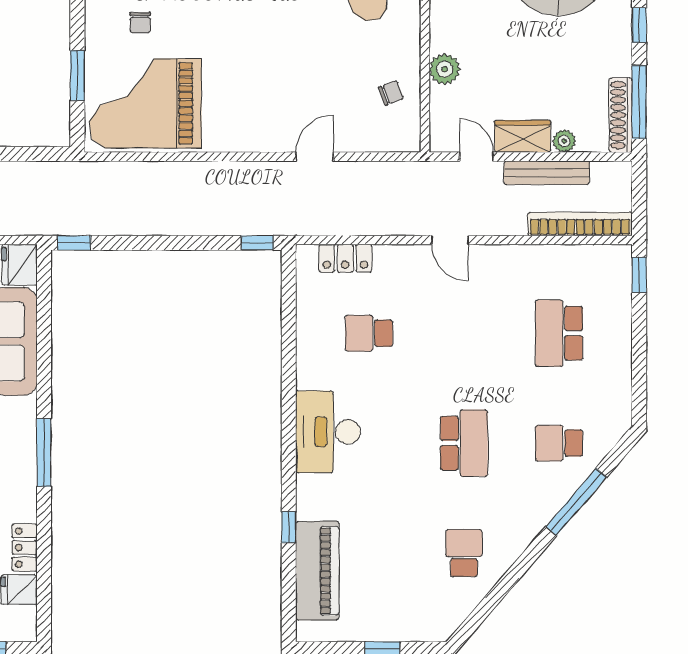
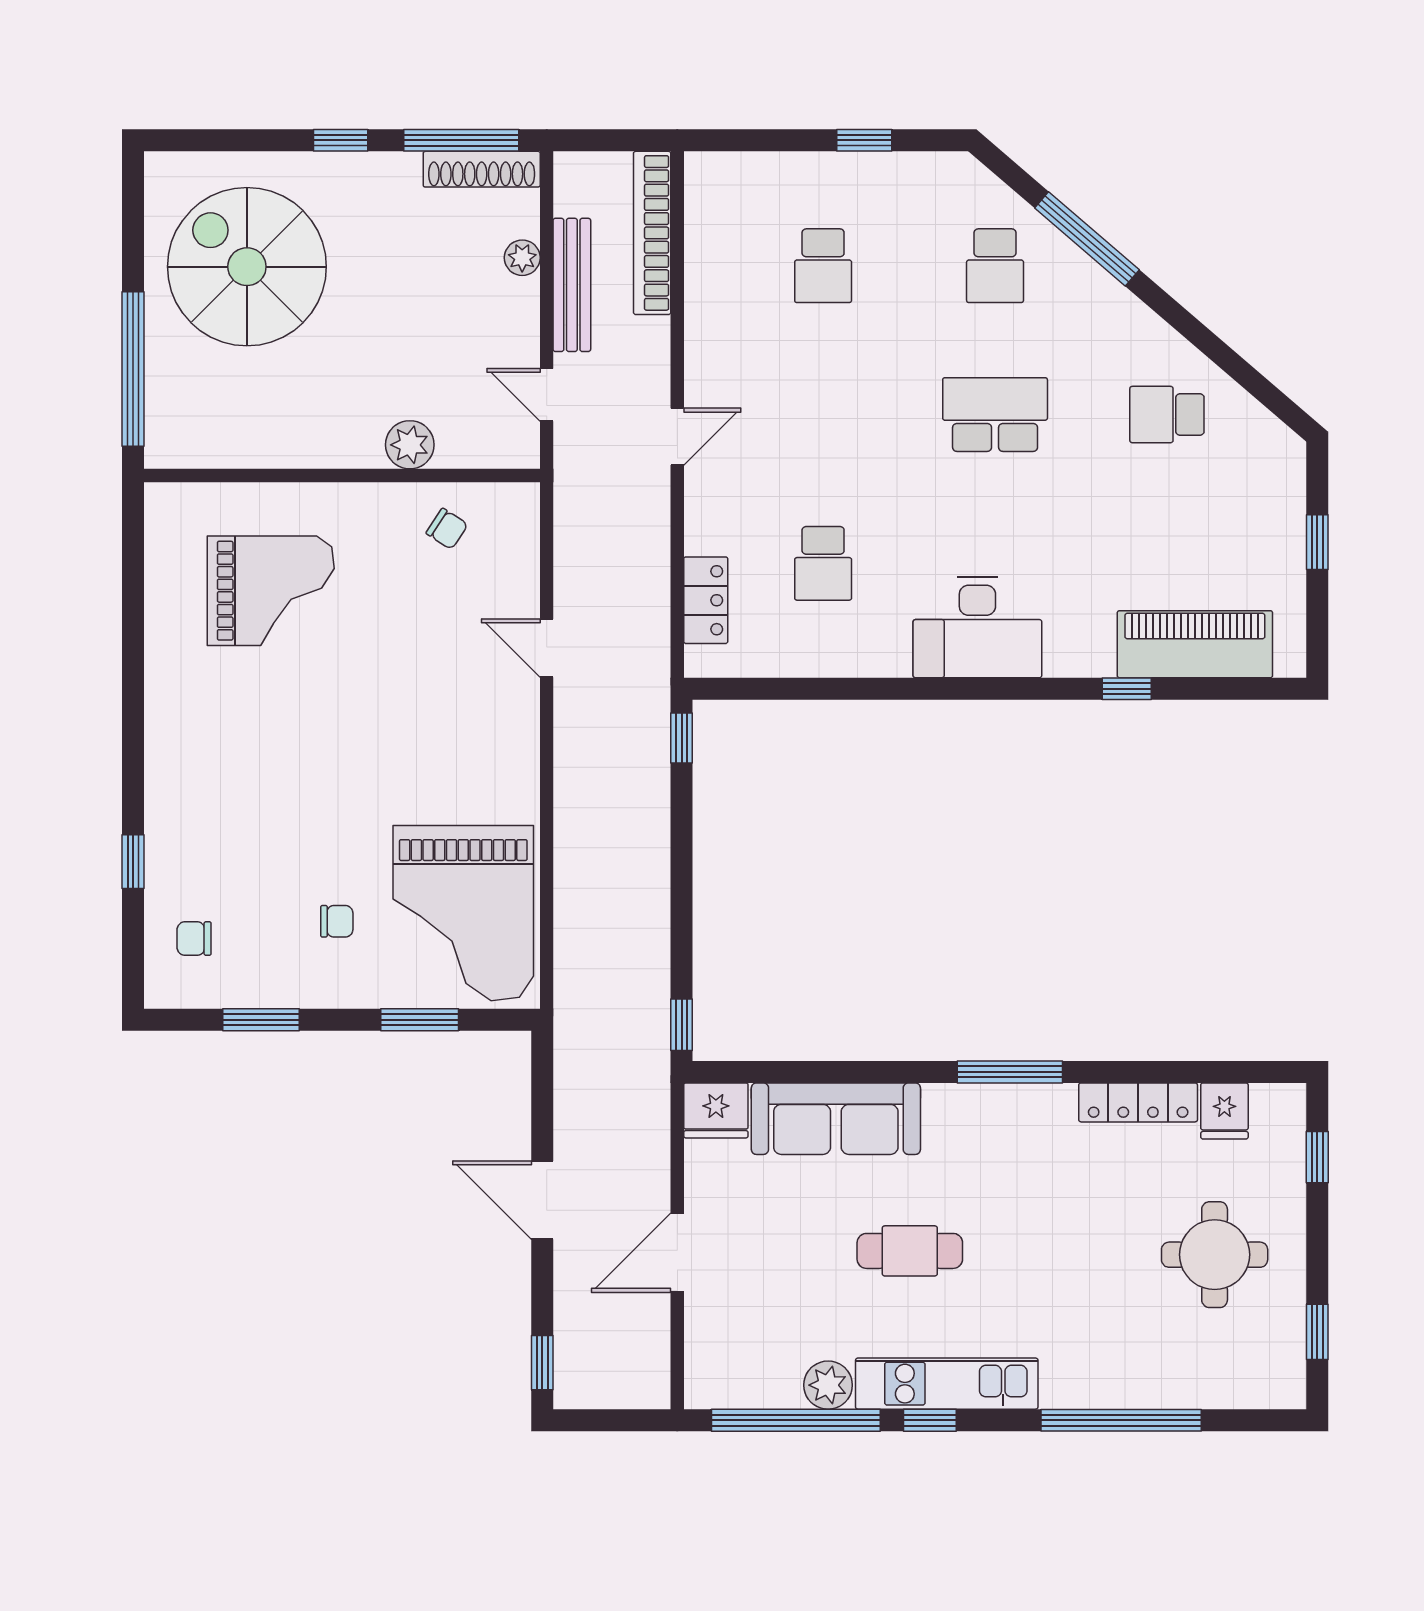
chair: (391, 93) -> (447, 529), turned 144
wardrobe: (523, 136) -> (515, 323), removed
door: (477, 157) -> (547, 395), hinge flipped
window: (639, 275) -> (864, 140), moved
school desk: (559, 333) -> (823, 266), width x0.54
locker: (24, 548) -> (1138, 1102), width x1.53

